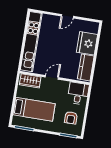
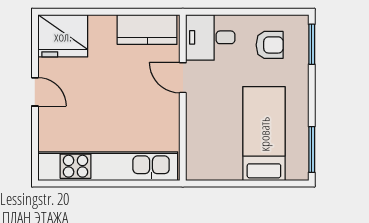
fridge: (87, 43) -> (63, 36), moved
door: (52, 77) -> (183, 78), moved
wardrobe: (30, 81) -> (199, 153), removed

